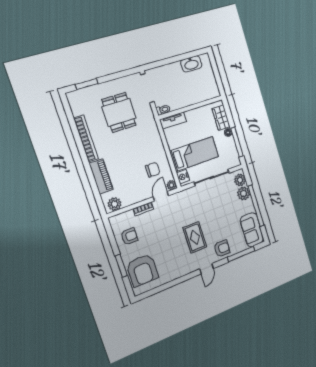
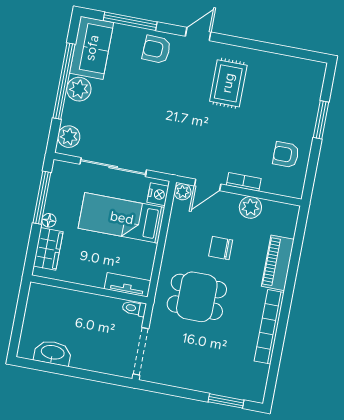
dining table: (119, 112) -> (197, 297), moved, turned 90
chair: (153, 170) -> (221, 248), moved
plant: (244, 193) -> (79, 89), moved
plant: (115, 204) -> (250, 207), moved
rug: (195, 237) -> (228, 83), moved
armchair: (142, 270) -> (295, 94), removed

